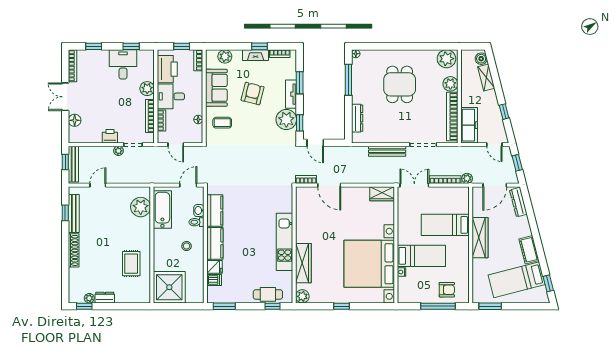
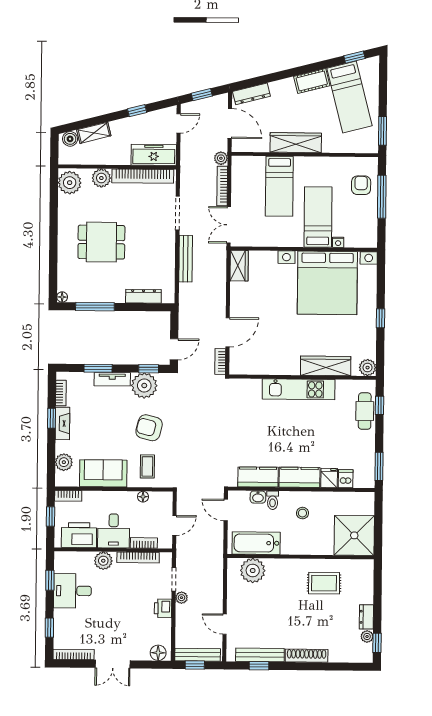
armchair: (253, 94) -> (149, 428), moved
floor lamp: (75, 120) -> (158, 653), moved

